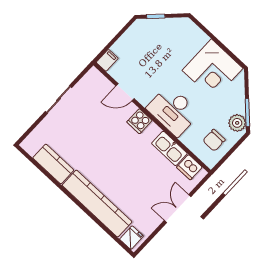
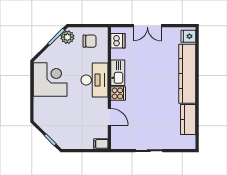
kitchen sink: (169, 148) -> (118, 73), moved

